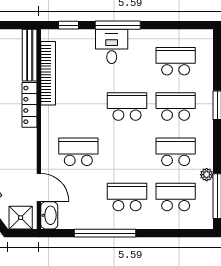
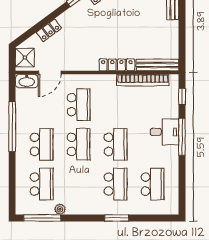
school desk: (176, 152) -> (79, 144), moved

